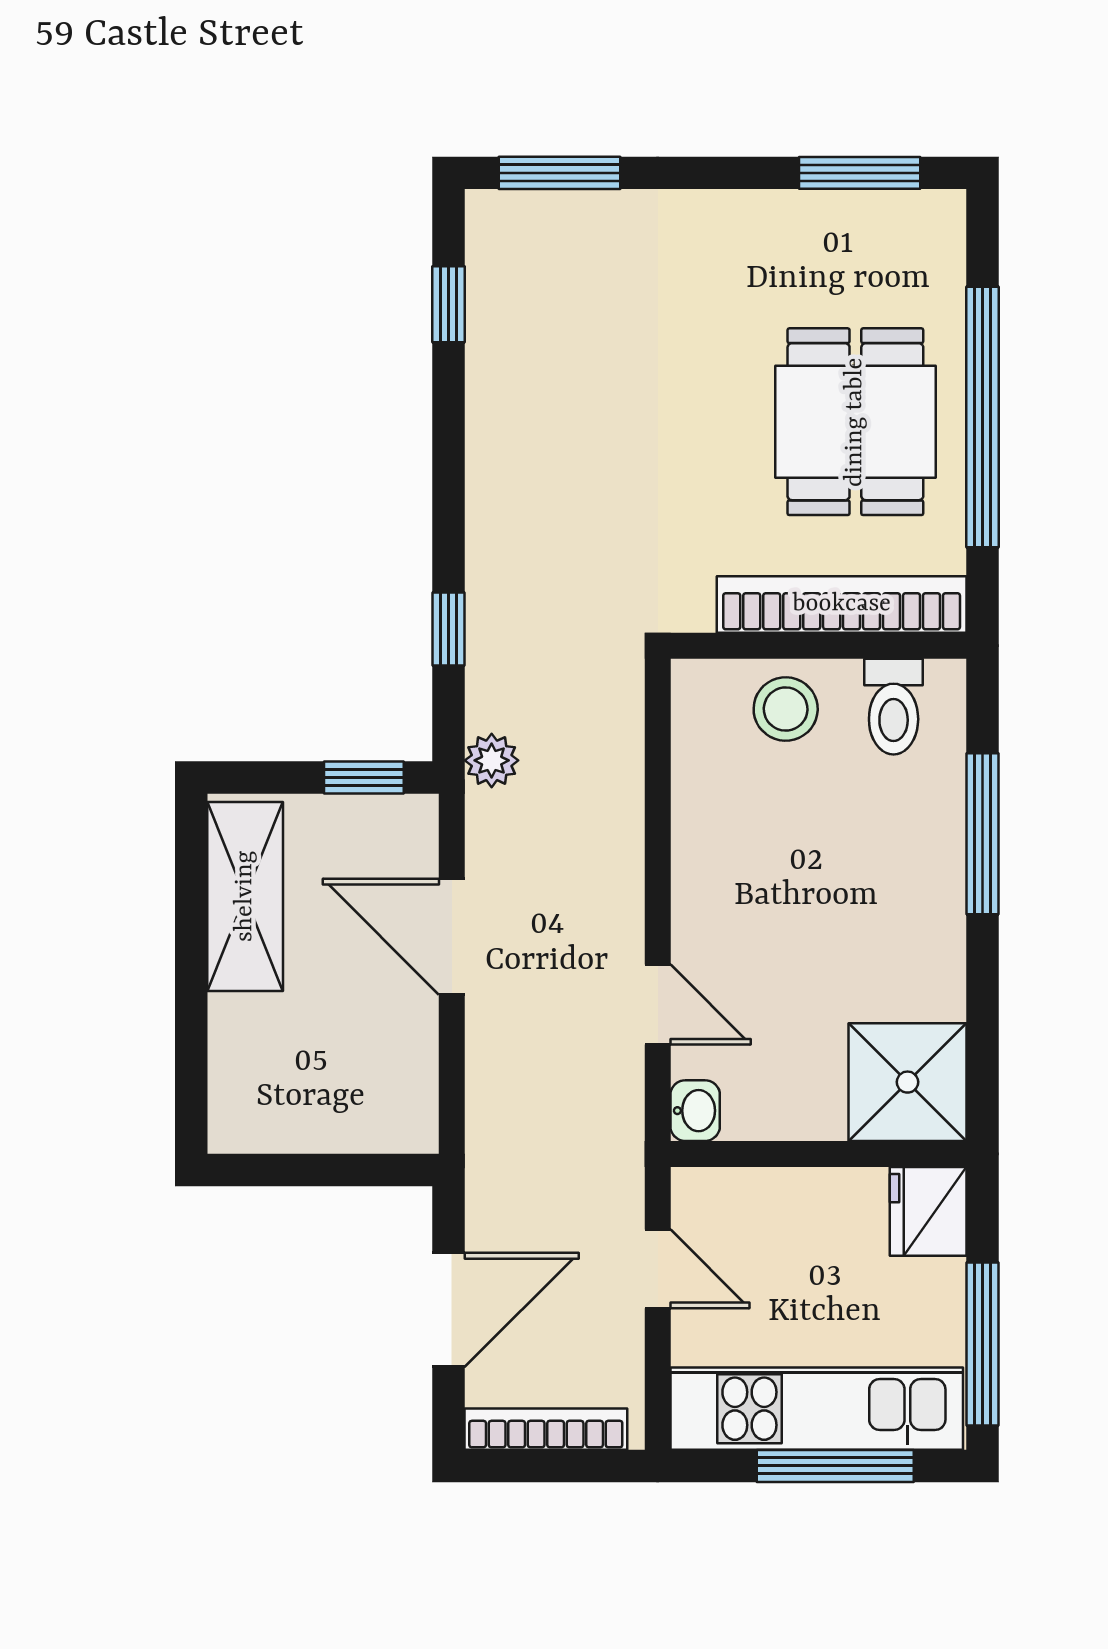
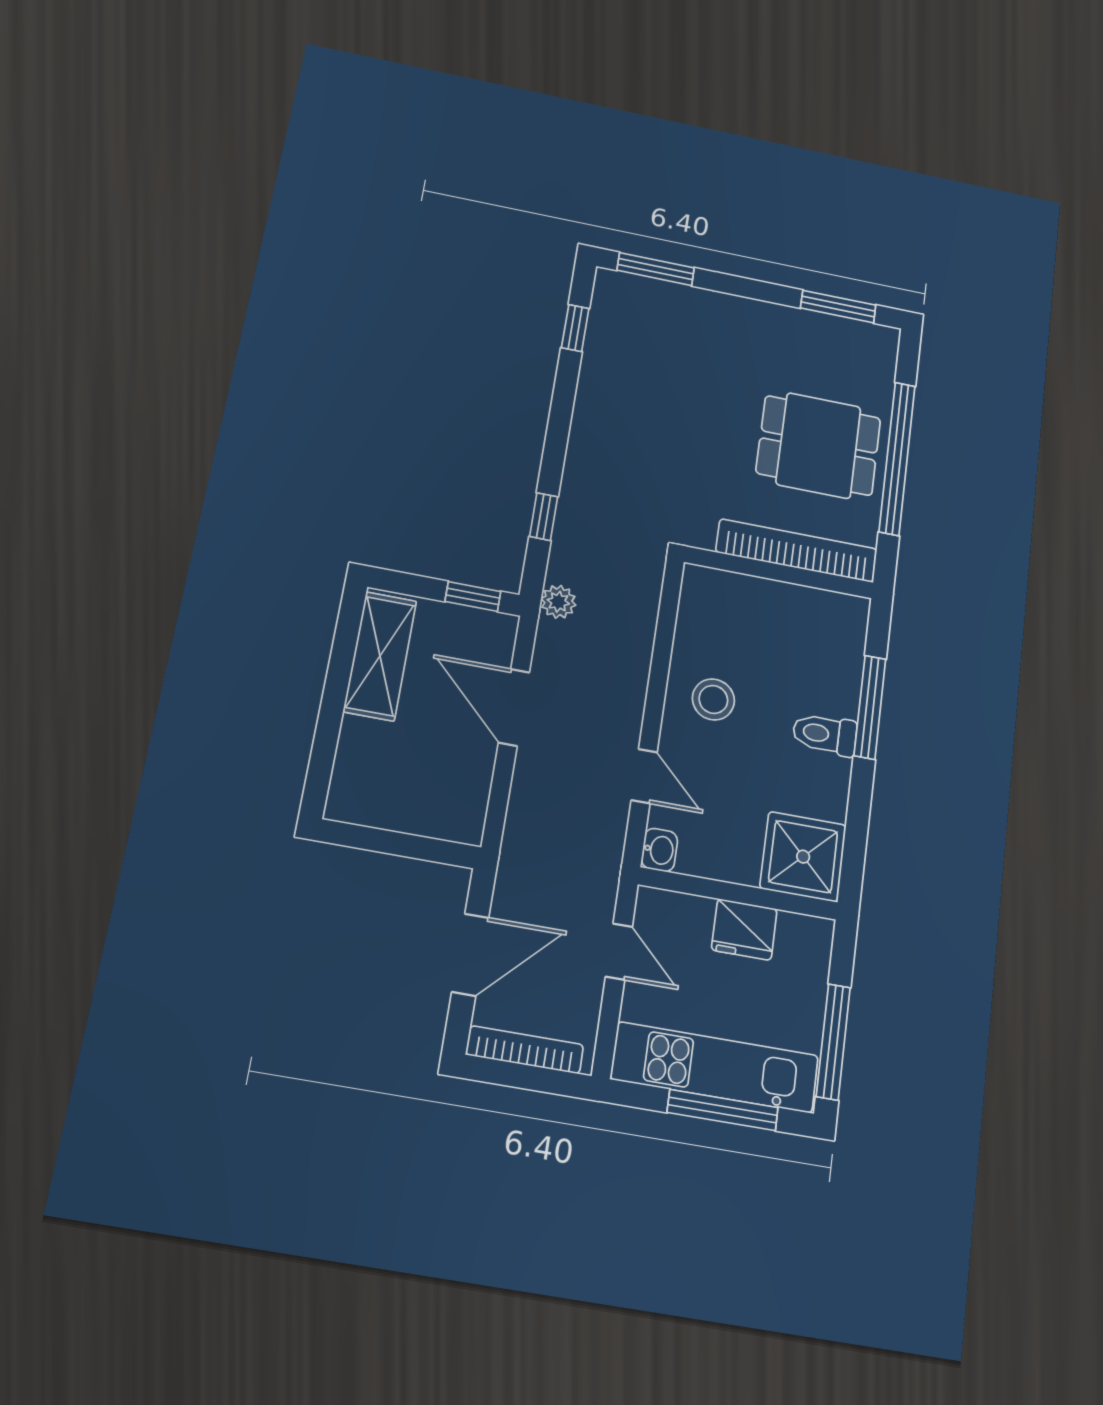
dining table: (855, 422) -> (818, 445), turned 90
toilet: (894, 707) -> (825, 734), moved, turned 90
stool: (786, 709) -> (713, 699), moved
fridge: (928, 1211) -> (744, 930), moved, turned -90

